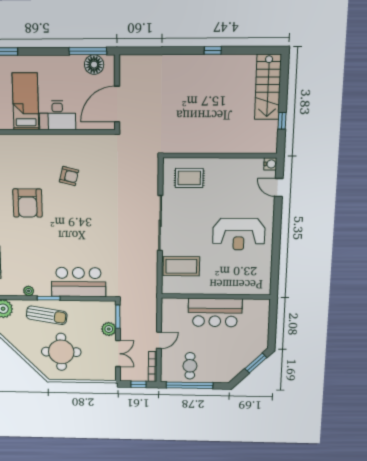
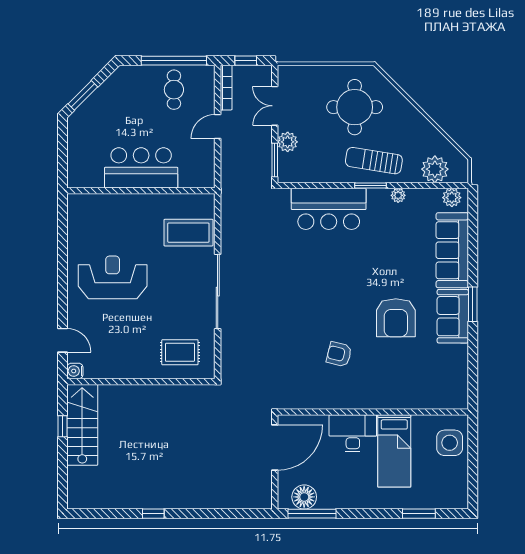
stairs: (268, 87) -> (82, 425), moved
armchair: (28, 203) -> (396, 318), turned 180

